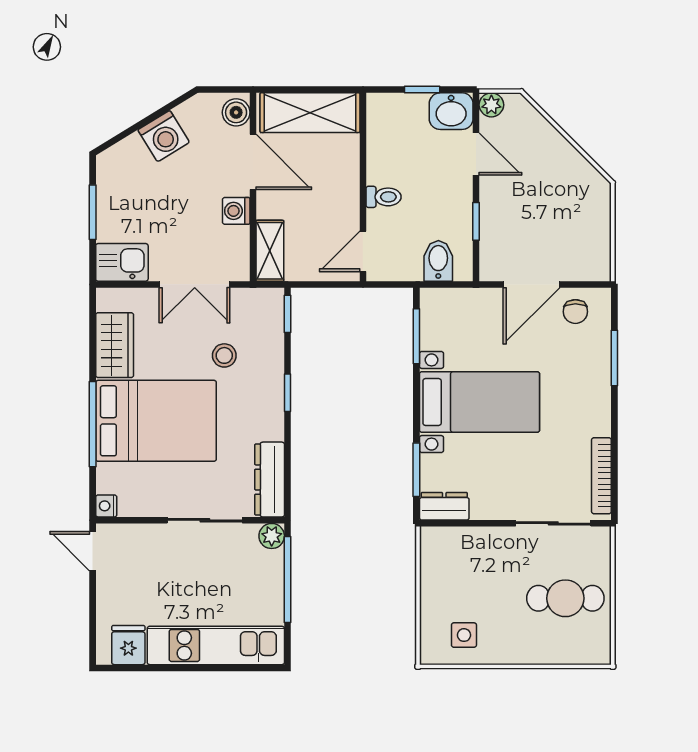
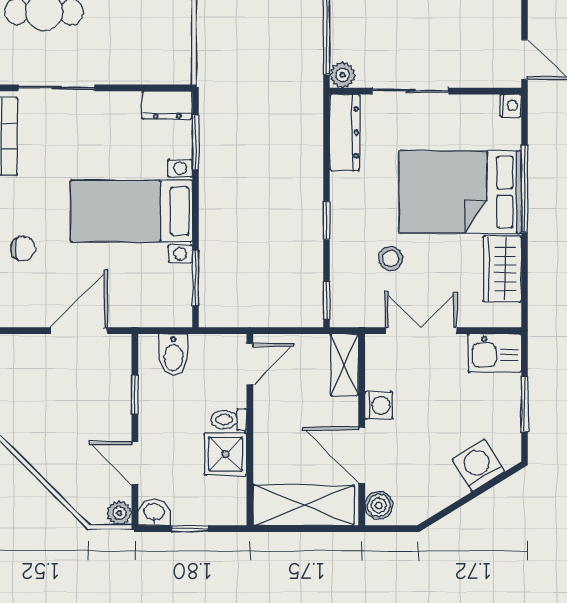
washbasin: (451, 111) -> (154, 512), width x0.72, depth x0.69
washing machine: (164, 136) -> (478, 466), moved
shower: (387, 163) -> (225, 454), added
chair: (575, 312) -> (23, 249), moved, turned 90

